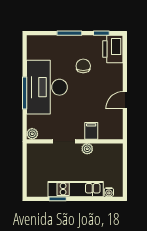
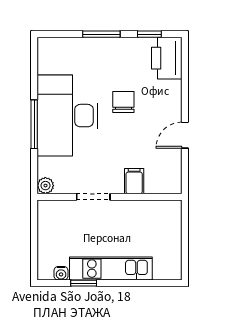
chair: (83, 66) -> (123, 102), moved
plant: (87, 149) -> (128, 208), removed
water cooler: (109, 192) -> (61, 273), moved

